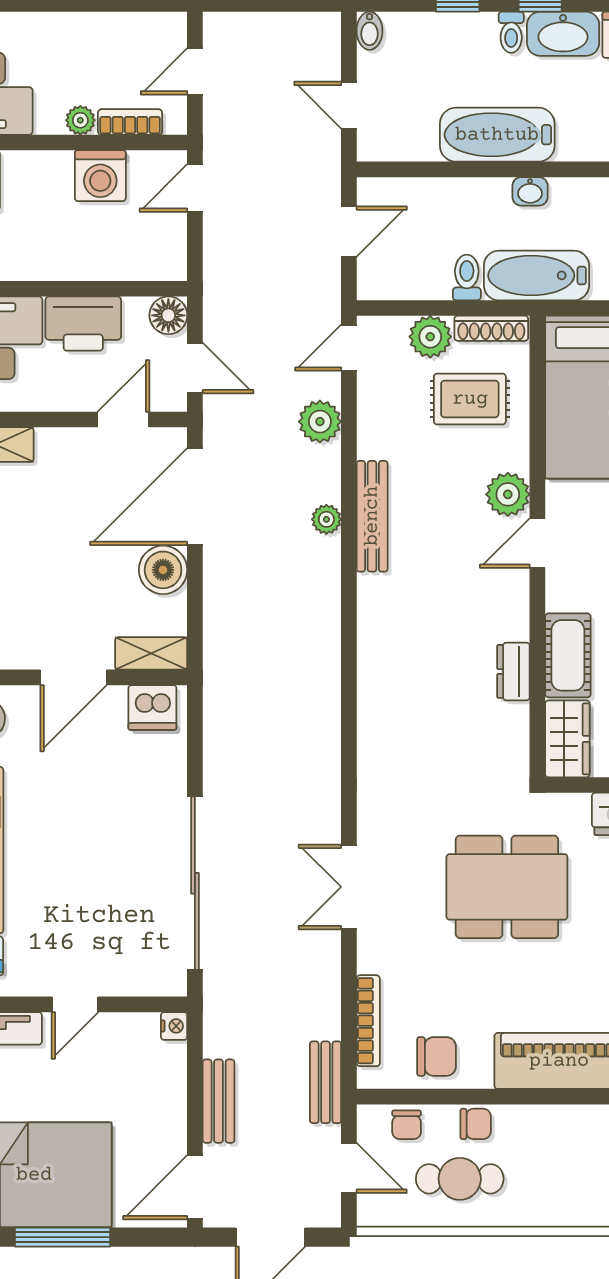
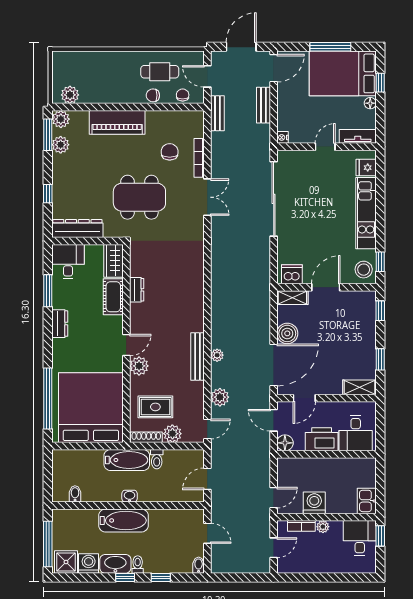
bathtub: (497, 135) -> (123, 520), moved
bookcase: (368, 1021) -> (199, 158), moved
chair: (437, 1056) -> (170, 152), moved, turned 90

